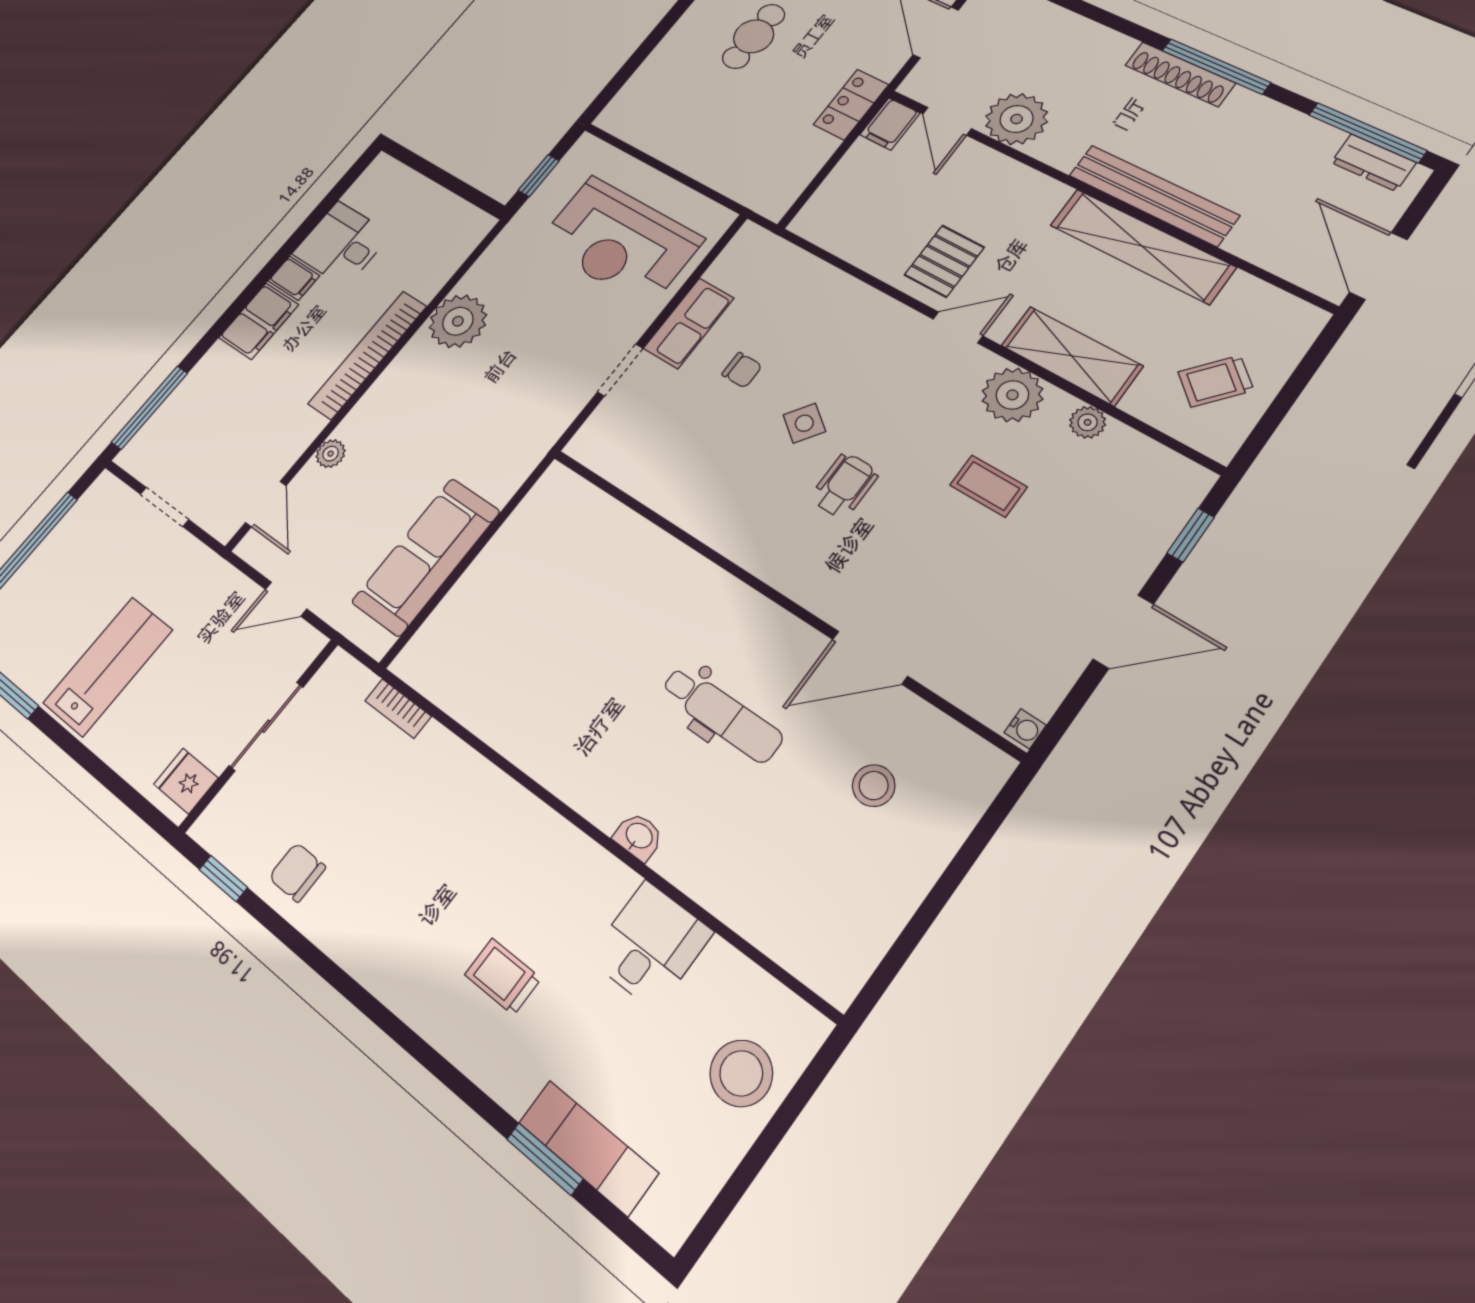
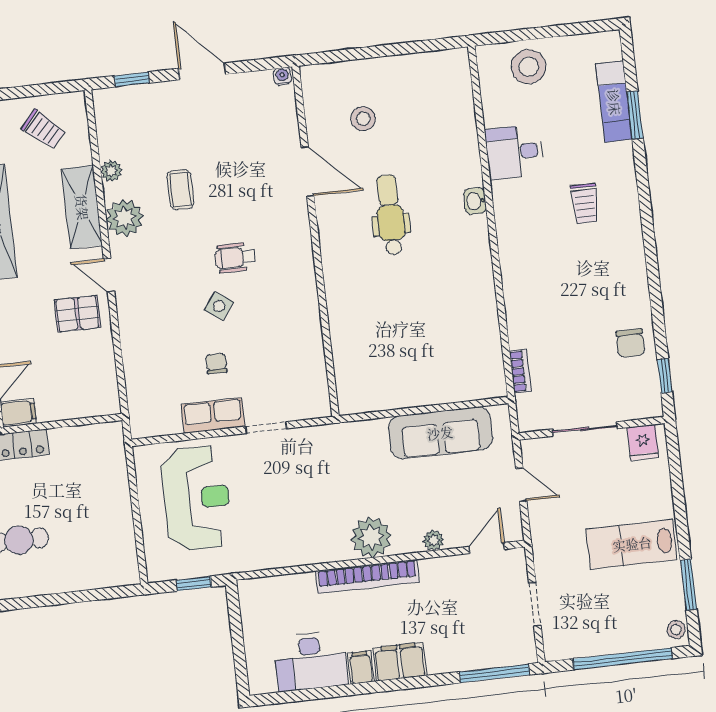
desk: (342, 244) -> (311, 661), width x1.37
plant: (458, 321) -> (371, 537), moved

